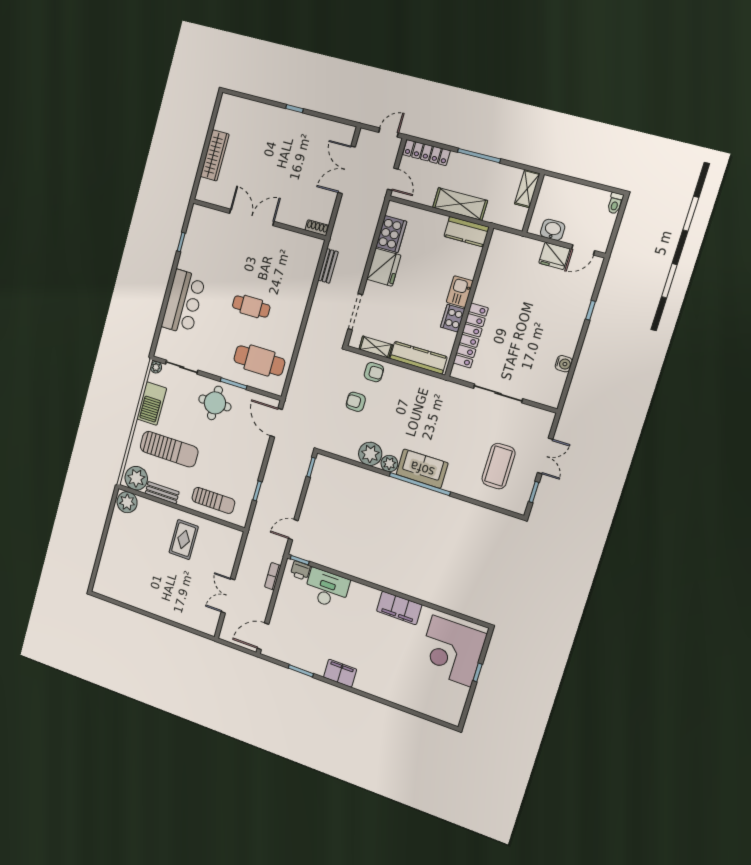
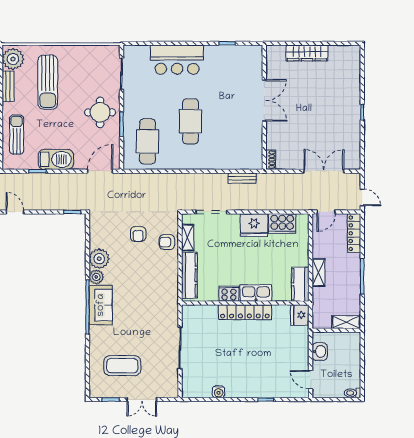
shelving: (460, 204) -> (318, 273), width x0.67, depth x0.75
fridge: (554, 256) -> (300, 315), moved
kitchen sink: (460, 292) -> (256, 293), width x1.38
cafe table: (251, 306) -> (190, 121), width x1.37, depth x1.35
locker: (471, 336) -> (245, 312), moved
plant: (156, 367) -> (115, 50), removed
armchair: (374, 372) -> (167, 242), turned 90
armchair: (356, 402) -> (138, 234), turned 180
barbecue: (152, 403) -> (56, 159), moved, turned 180
sun lounger: (213, 500) -> (17, 135), turned 180

